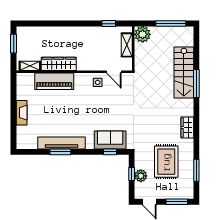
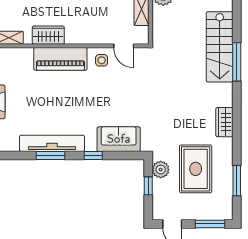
wardrobe: (59, 64) -> (48, 35), width x0.67
piano: (54, 81) -> (60, 59), moved
window: (110, 152) -> (93, 156), moved
plant: (141, 176) -> (161, 170), moved

